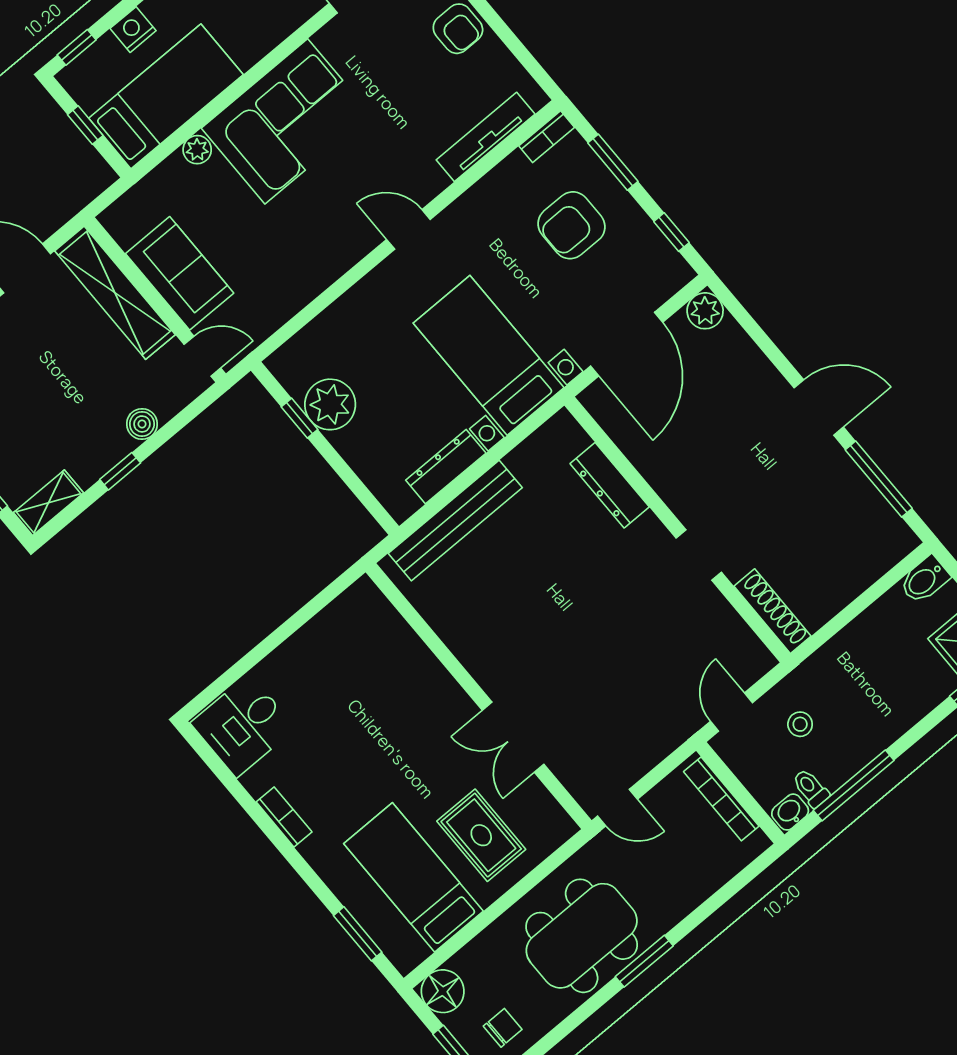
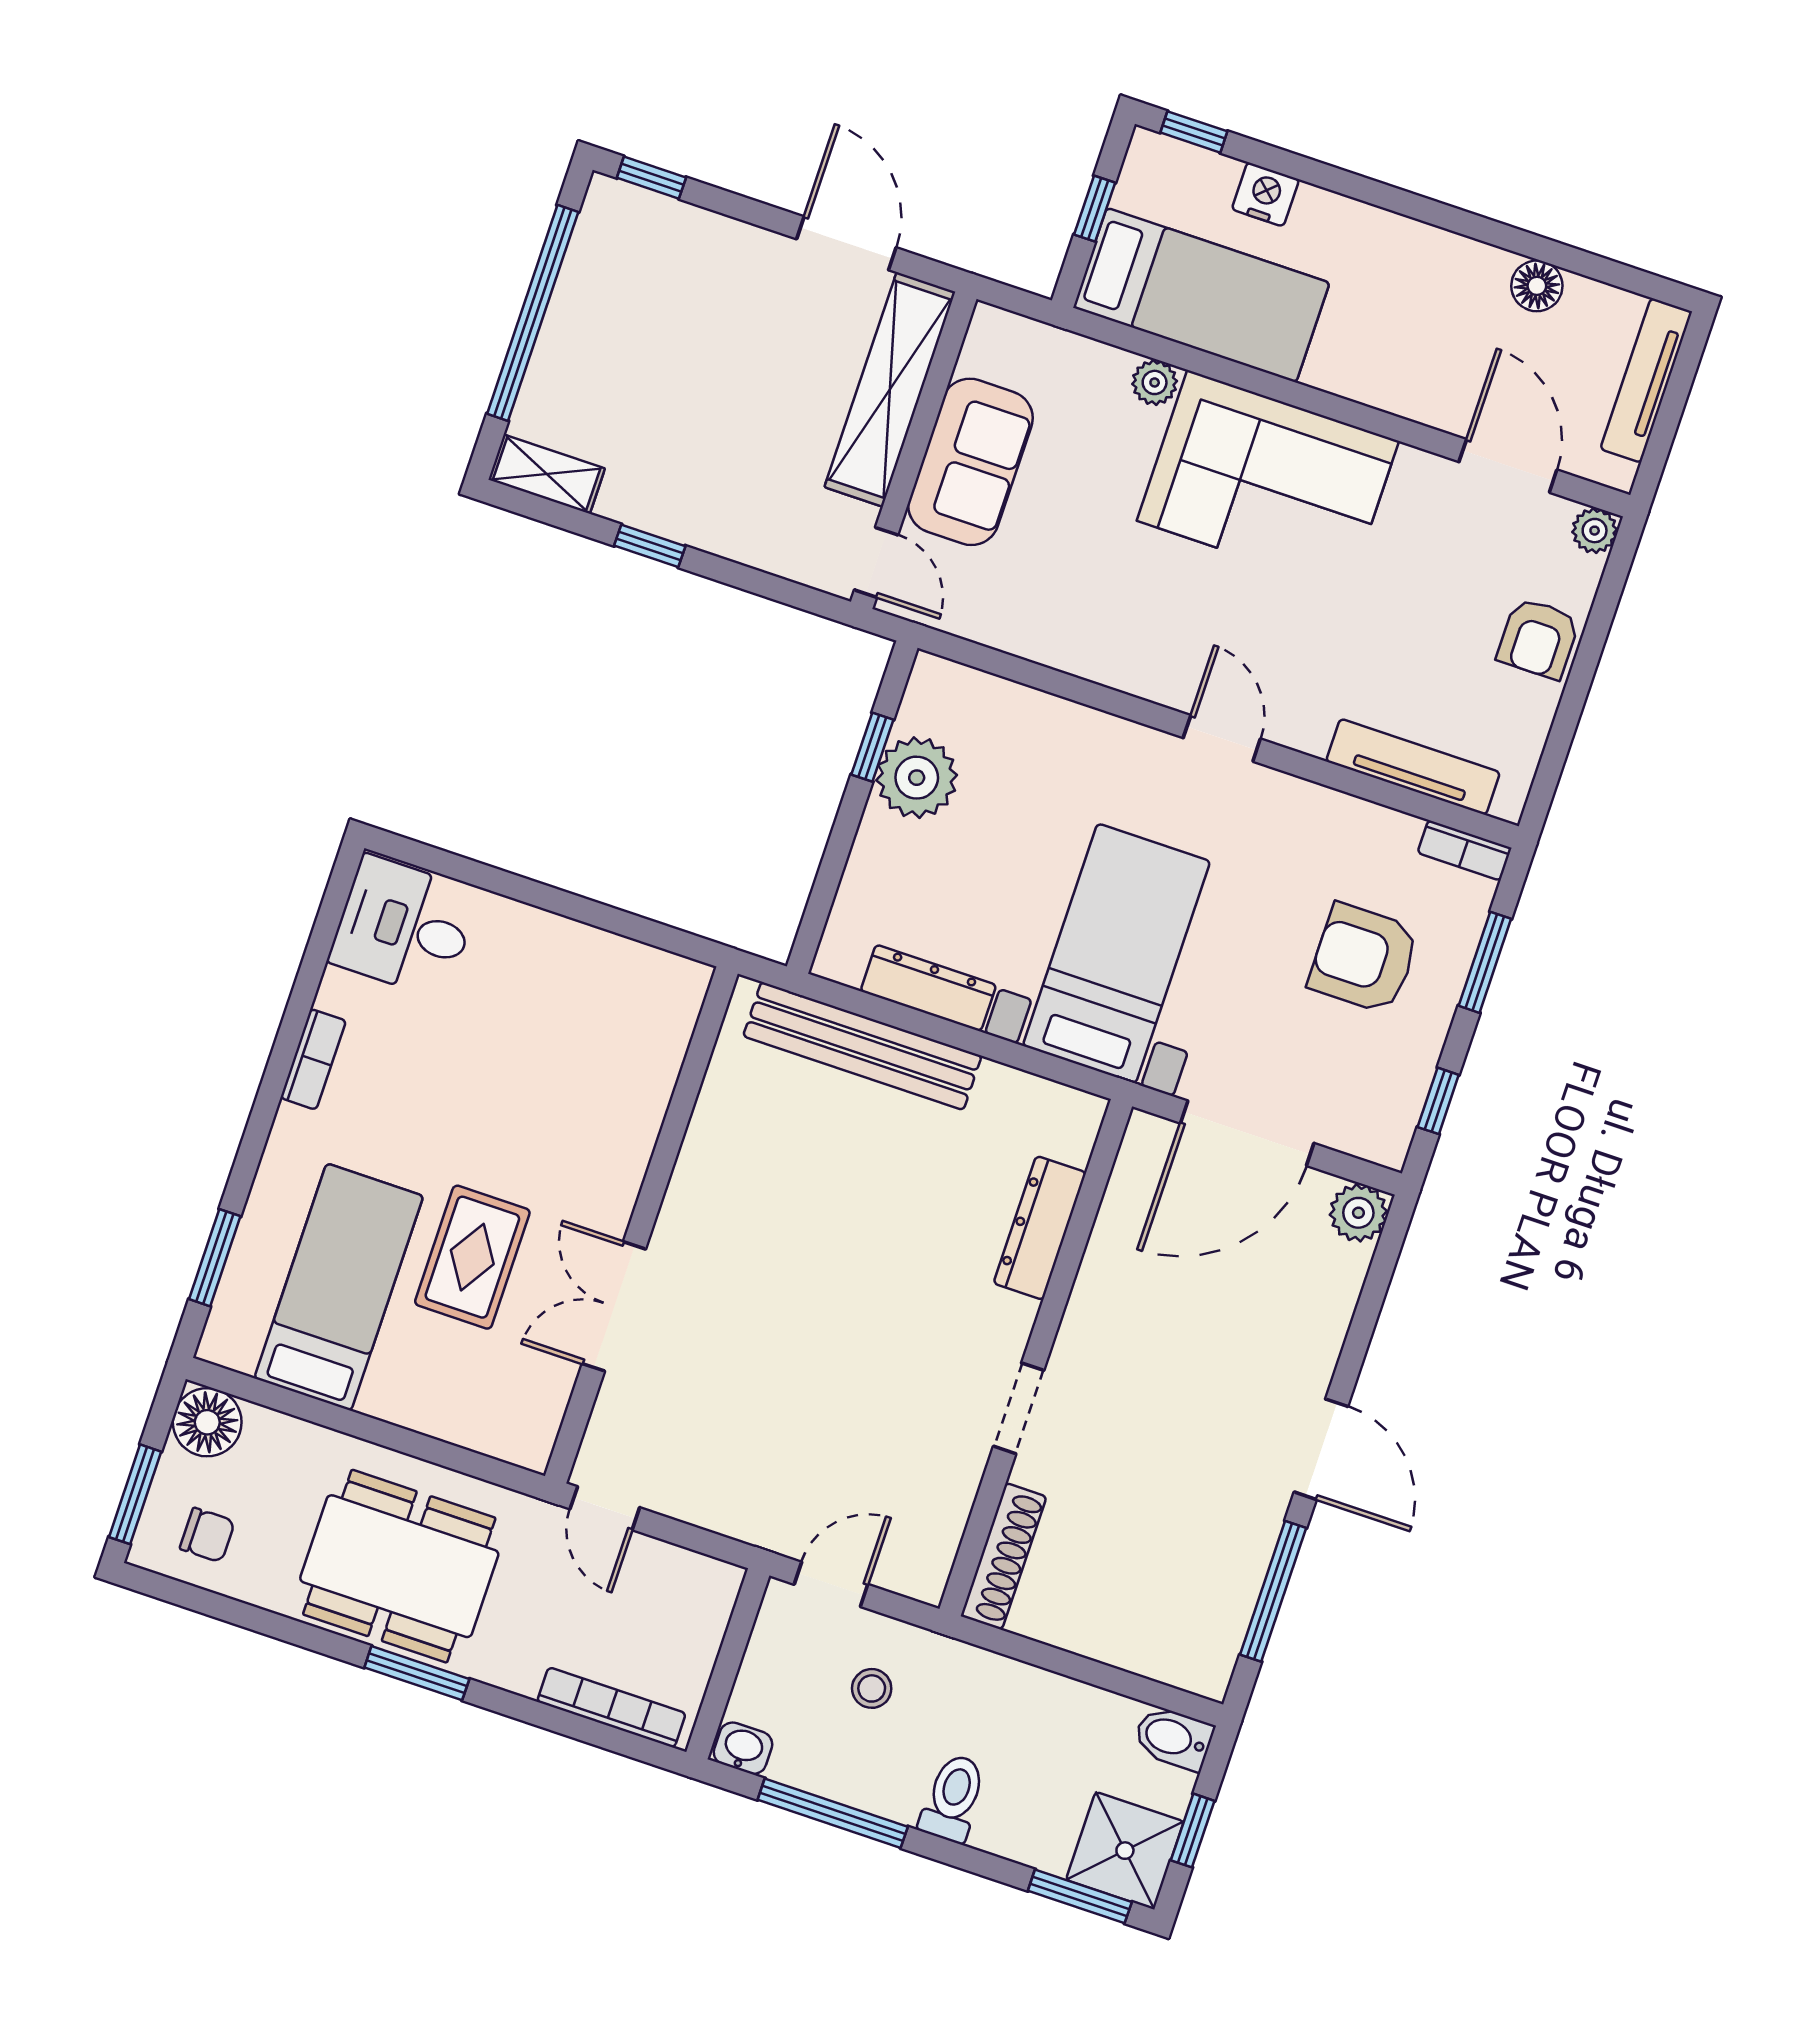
boiler: (142, 424) -> (733, 536), removed
toilet: (811, 788) -> (953, 1798), moved, width x1.37, depth x1.39
bookcase: (721, 799) -> (611, 1707), moved, turned 90
rug: (481, 835) -> (472, 1257), moved

